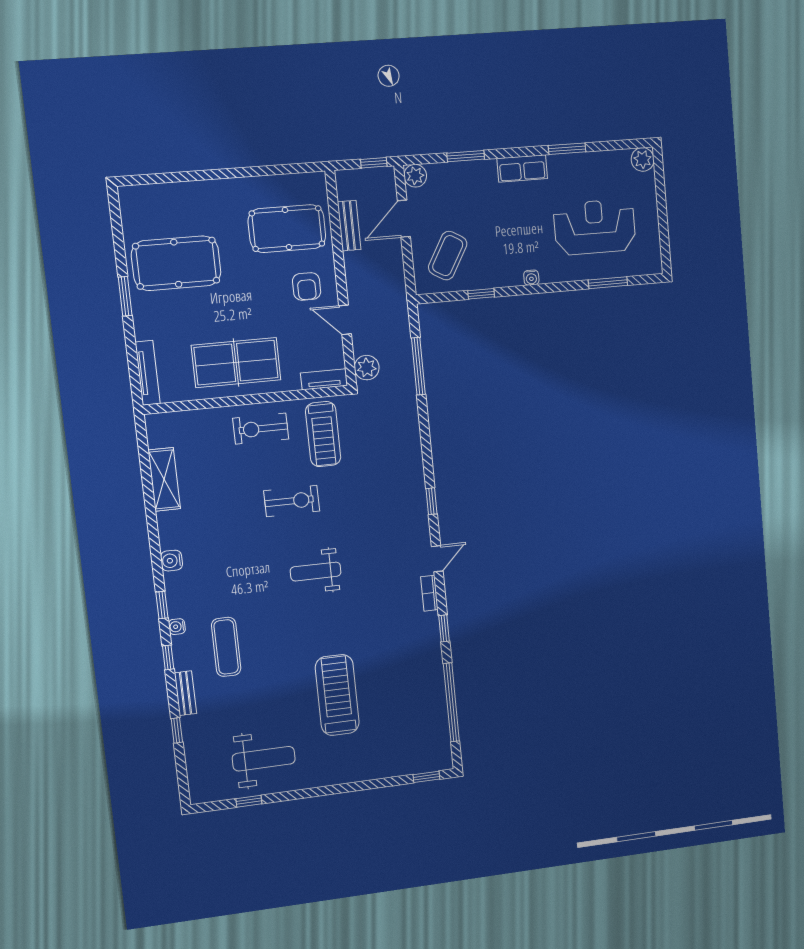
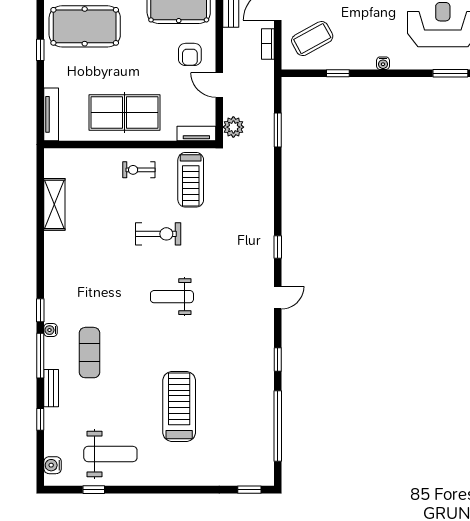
coffee table: (448, 256) -> (312, 39), turned 31
window: (125, 296) -> (40, 50), width x0.67
window: (418, 366) -> (278, 130), width x0.69
exercise bike: (261, 429) -> (139, 170), width x0.73, depth x0.72
water cooler: (172, 561) -> (53, 465), moved
bookcase: (429, 593) -> (268, 44), moved
window: (168, 657) -> (40, 356), width x2.17

